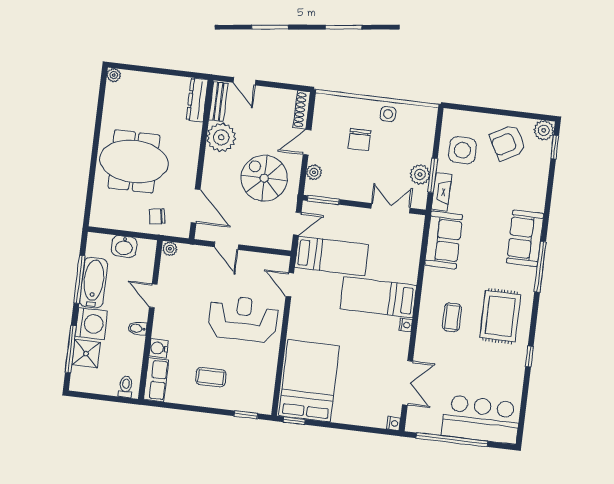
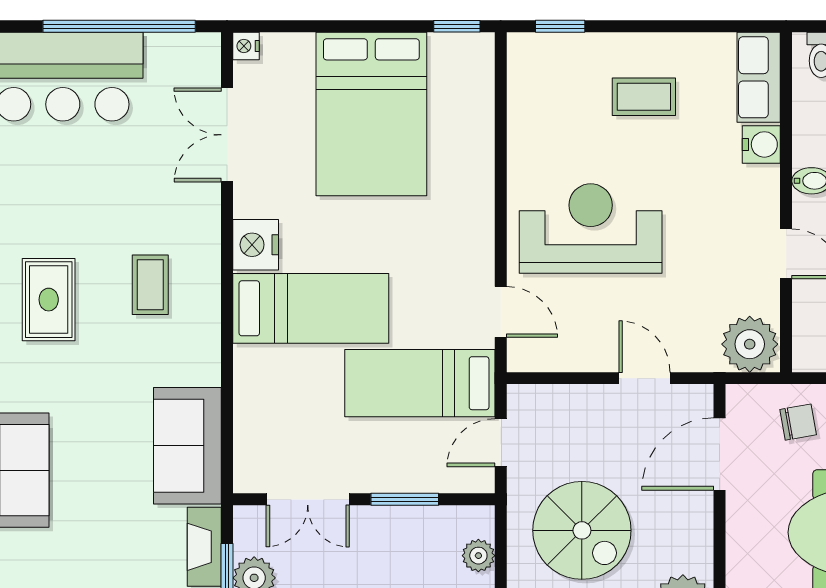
window: (323, 200) -> (405, 499), moved
door: (196, 206) -> (720, 454), hinge flipped
plant: (170, 249) -> (750, 344), width x1.87, depth x1.87
rug: (500, 316) -> (49, 300), width x0.73, depth x0.70
reception desk: (243, 319) -> (591, 229), turned 180
nightstand: (406, 325) -> (256, 245), width x1.89, depth x1.79
bed: (309, 381) -> (371, 114), moved

